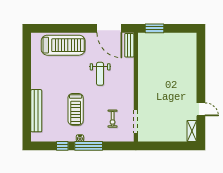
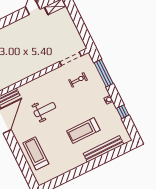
treadmill: (63, 45) -> (36, 153), width x0.73, depth x0.73
treadmill: (76, 109) -> (83, 130), moved, turned 180
window: (89, 146) -> (104, 73), moved

